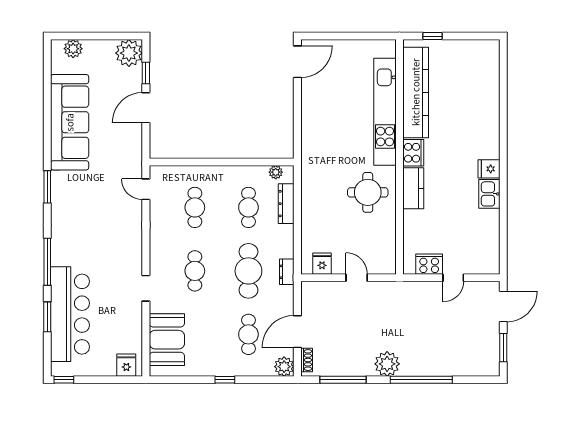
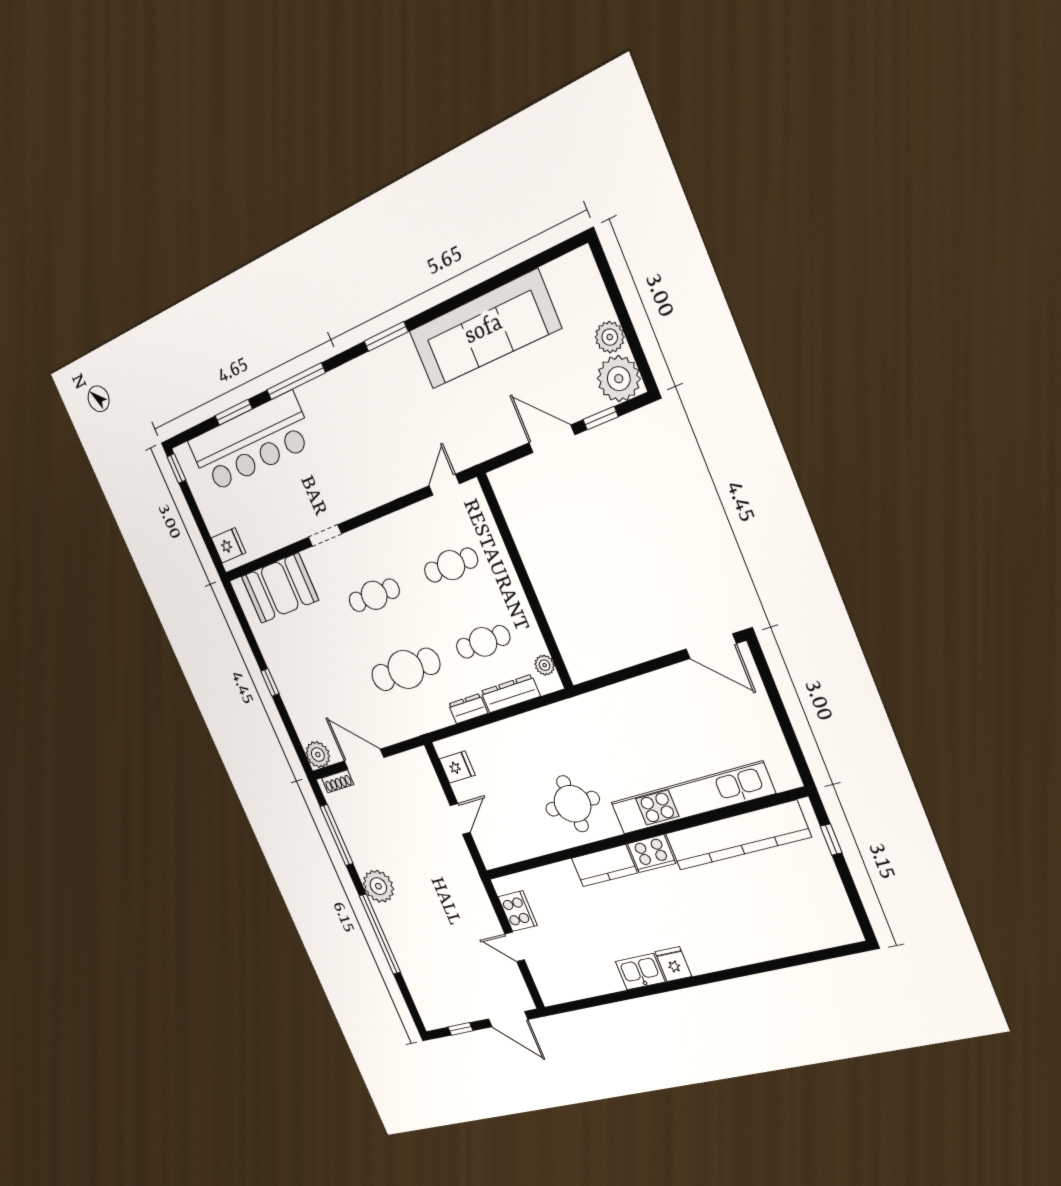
plant: (73, 49) -> (610, 337), moved
dresser: (287, 272) -> (468, 709), moved
cafe table: (248, 334) -> (333, 695), removed
window: (503, 348) -> (460, 1029), width x0.67

